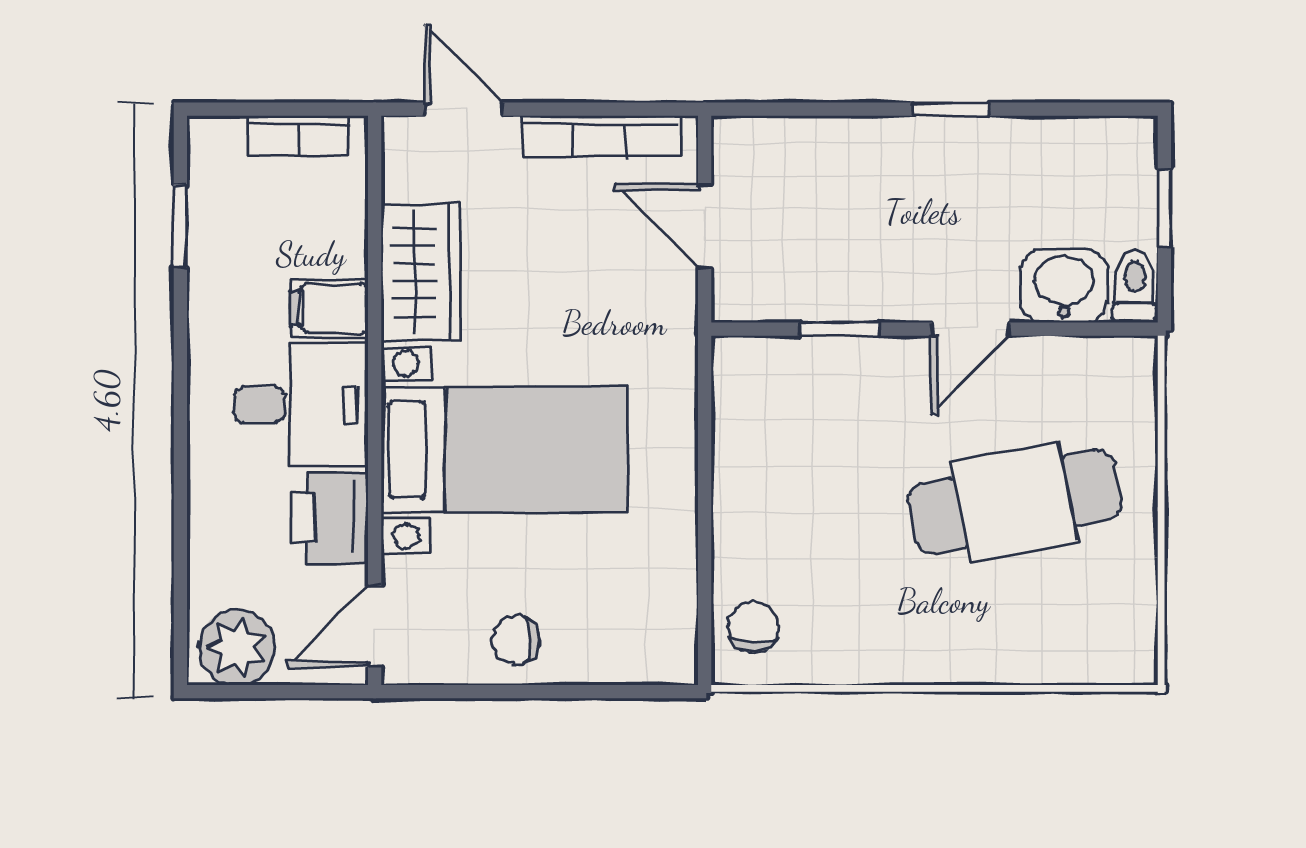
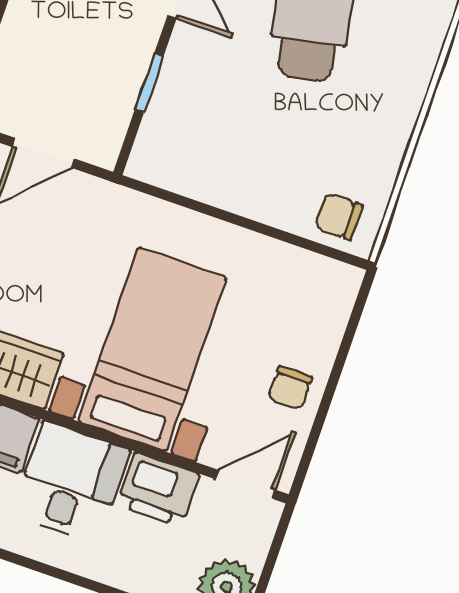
door: (375, 626) -> (245, 484), swing flipped

